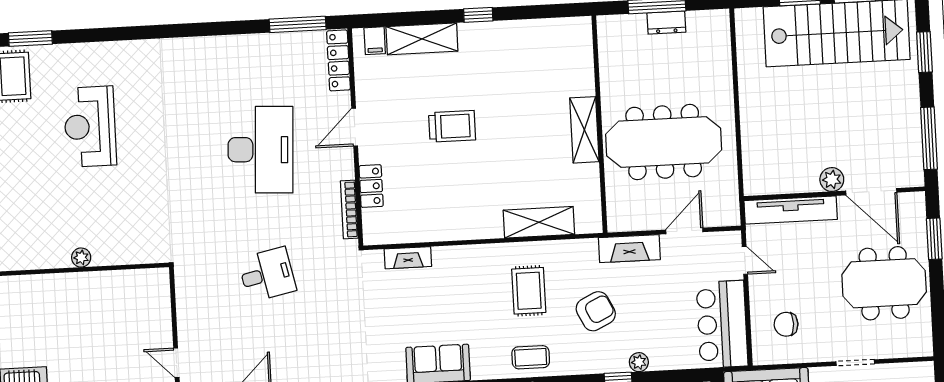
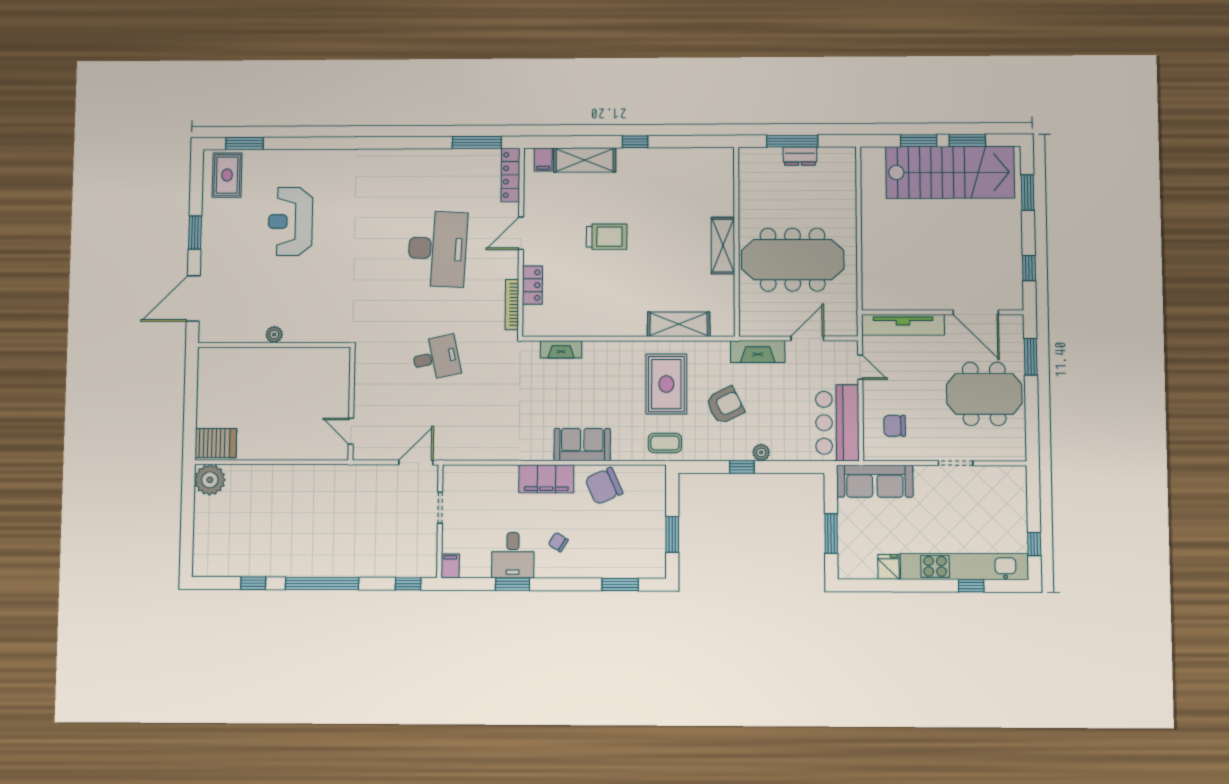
window: (929, 138) -> (1029, 268), width x0.46
plant: (832, 180) -> (941, 300), removed
rug: (529, 291) -> (666, 384), width x1.36, depth x1.43

